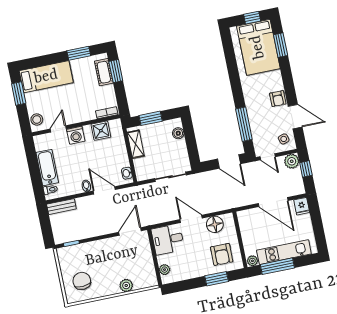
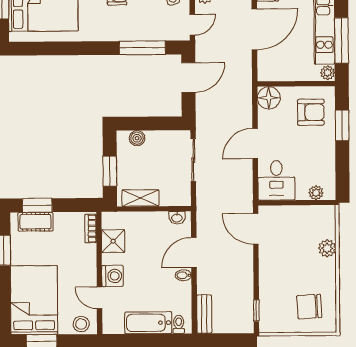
bed: (46, 77) -> (34, 300), width x1.50
floor lamp: (215, 224) -> (269, 98), moved

